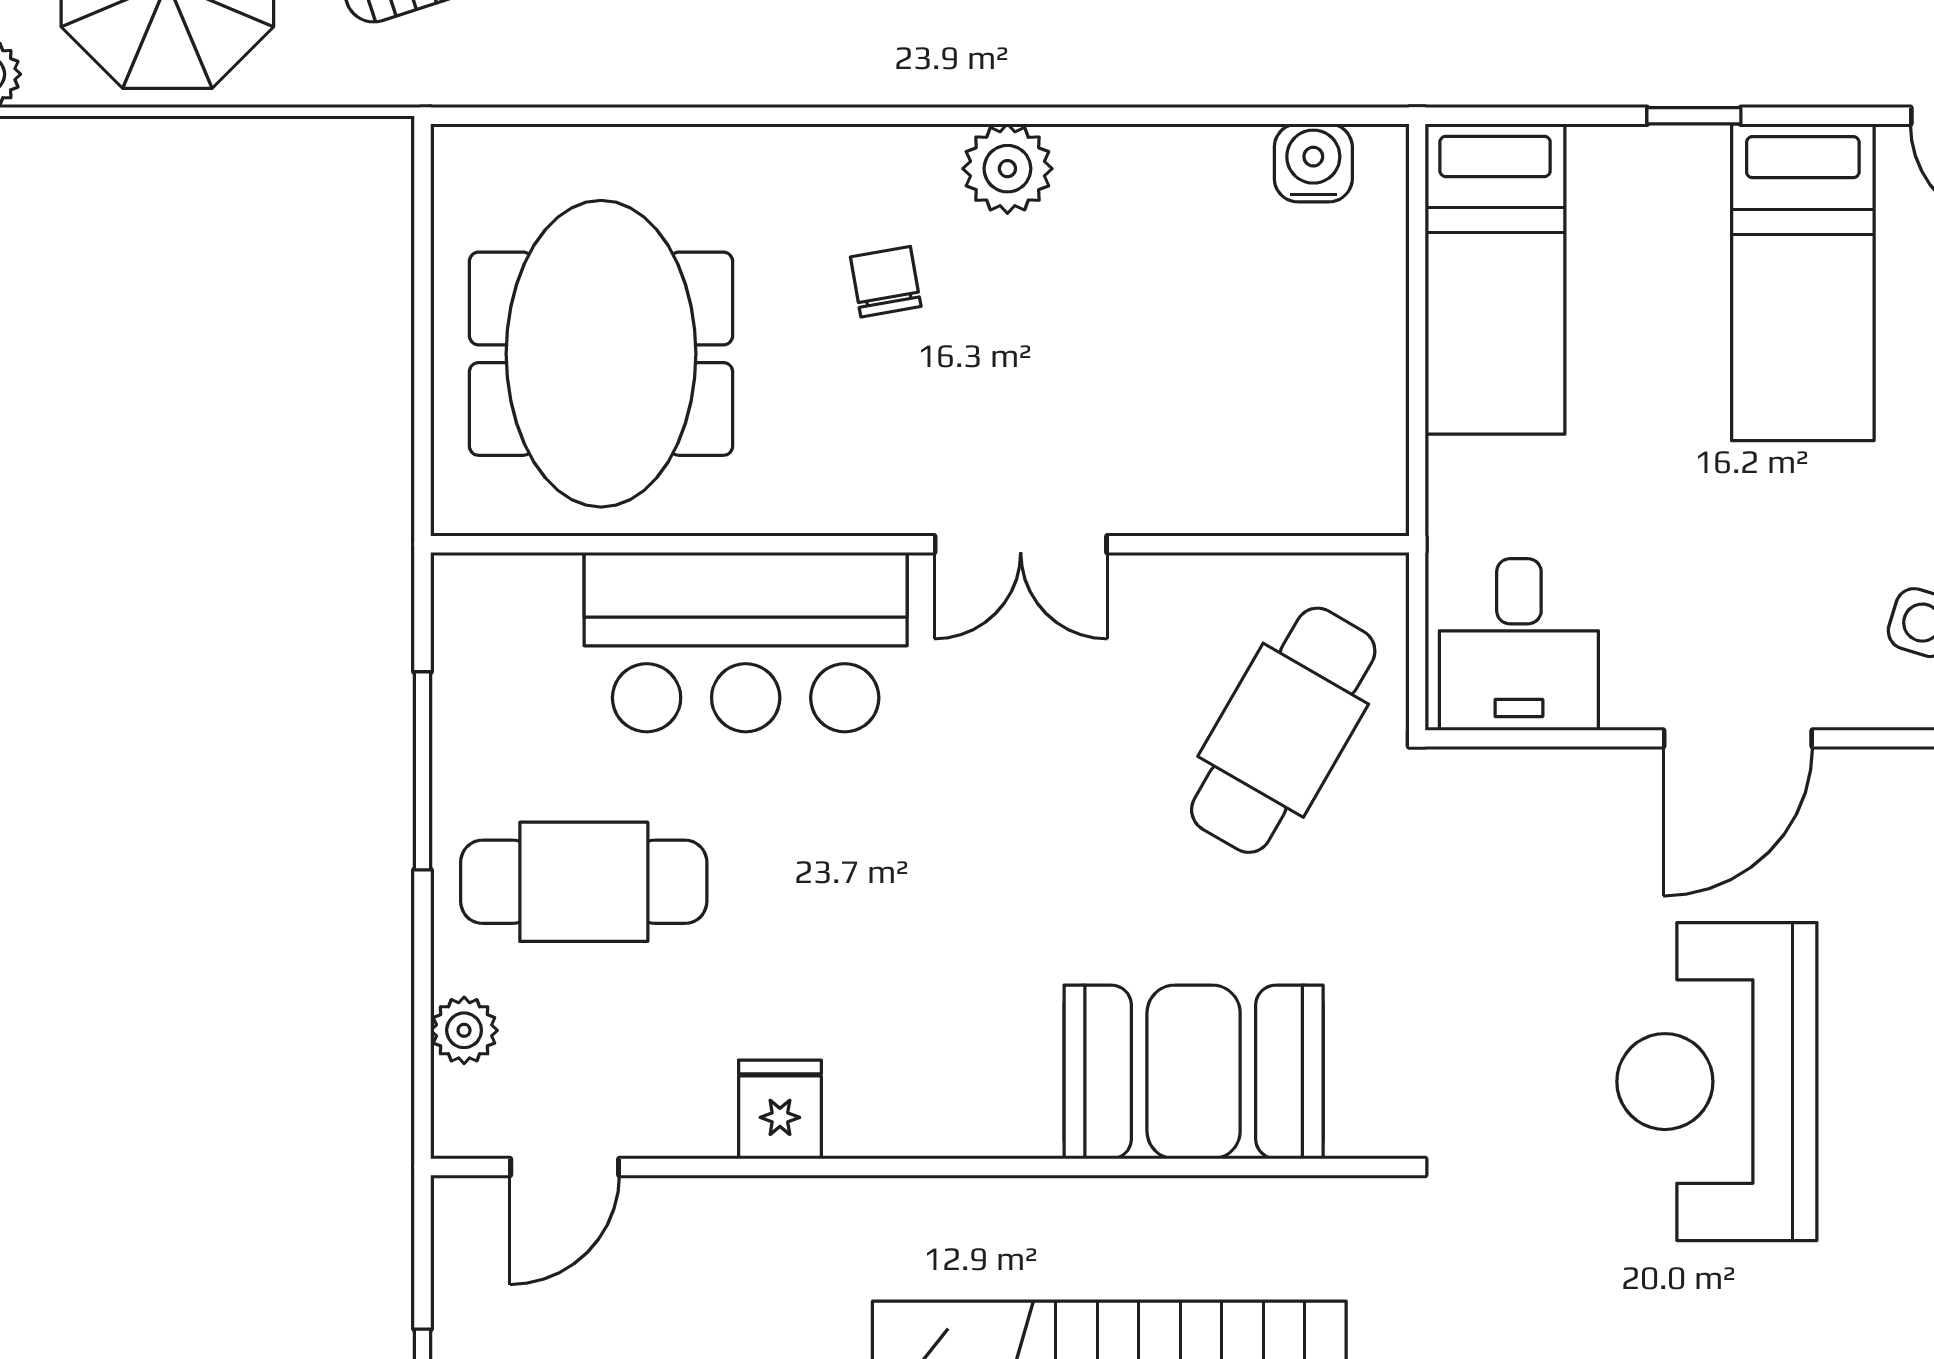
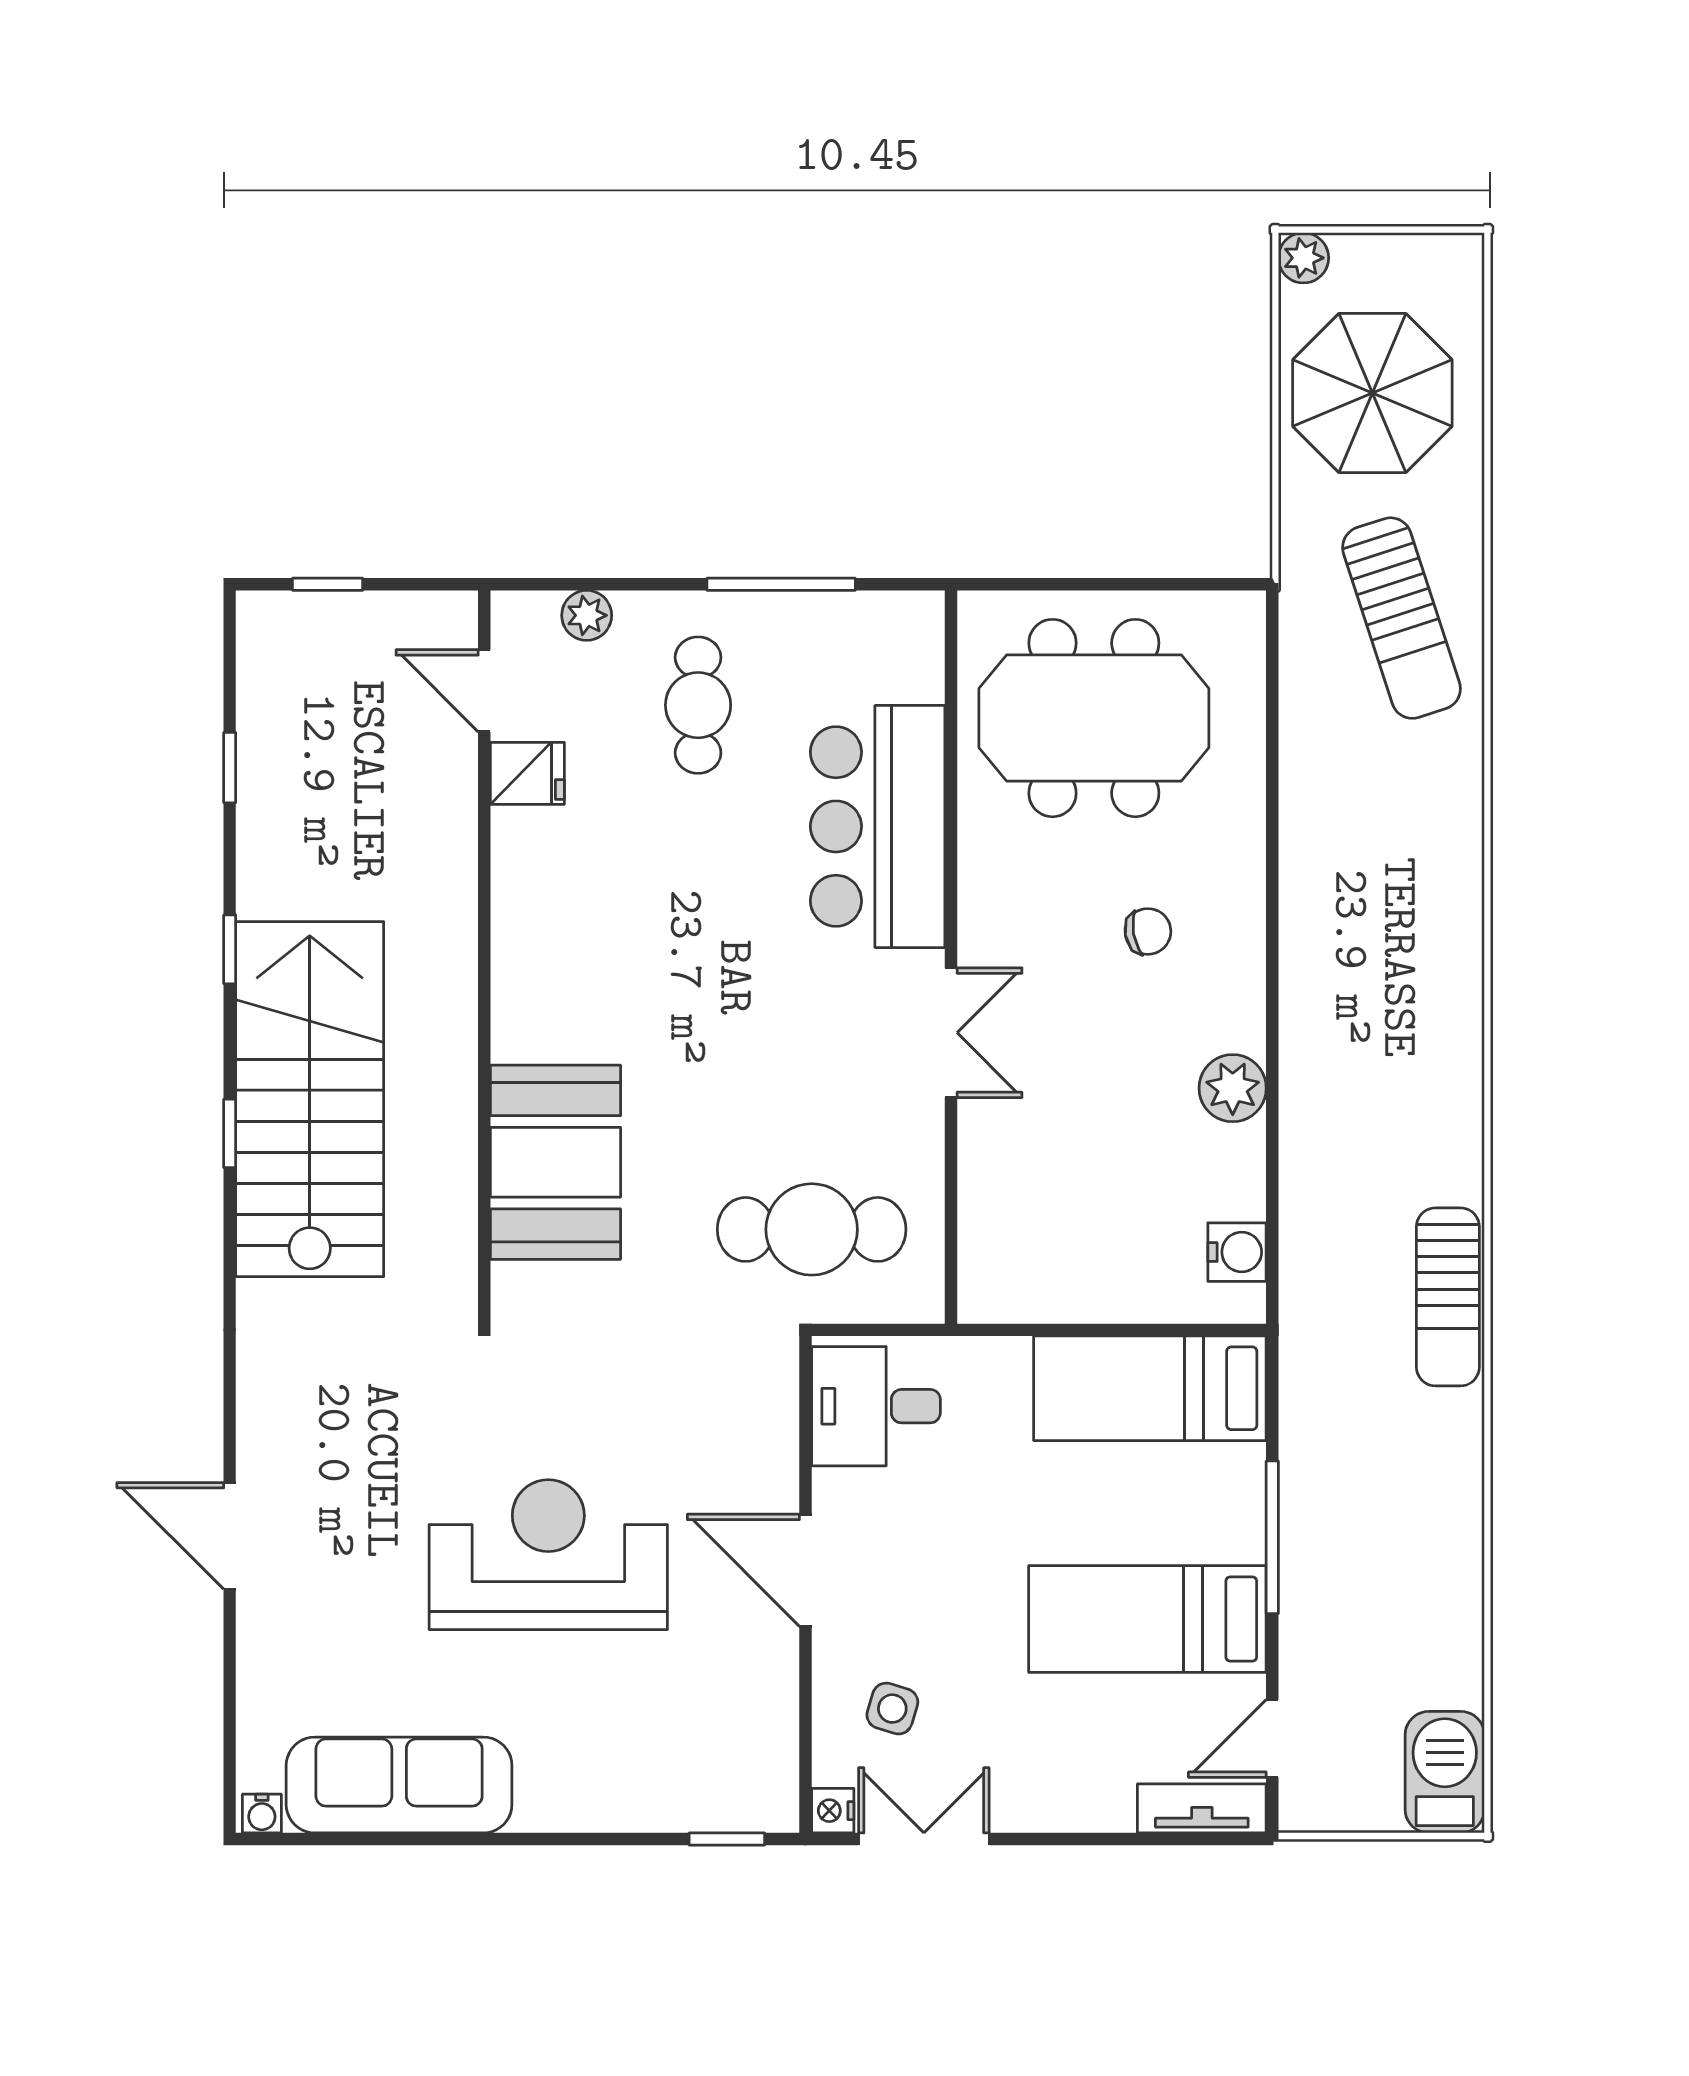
window: (1694, 116) -> (1272, 1537), width x2.17
plant: (1007, 169) -> (1233, 1088), moved
double door: (1021, 544) -> (951, 1033), swing flipped
cafe table: (1283, 730) -> (812, 1229), turned -30
cafe table: (584, 882) -> (698, 705), width x0.73, depth x0.74
fridge: (780, 1109) -> (527, 773), moved

